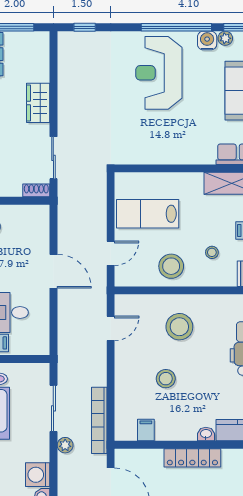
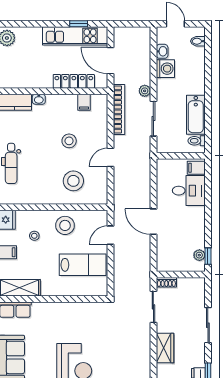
stool: (179, 327) -> (73, 181), moved
door: (111, 328) -> (110, 157), moved
locker: (192, 458) -> (74, 81), moved

